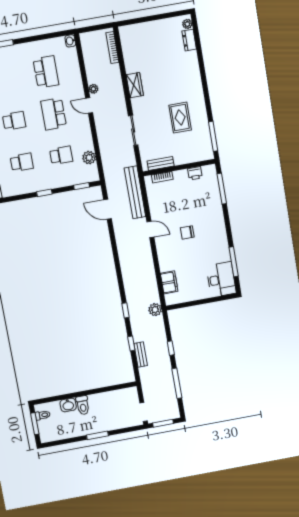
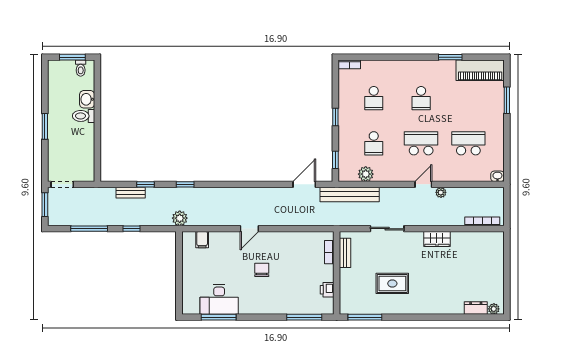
school desk: (46, 72) -> (468, 143), turned 180
bench: (135, 192) -> (350, 194), moved
door: (150, 229) -> (249, 229), moved
desk: (221, 279) -> (219, 299), moved
filing cabinet: (169, 282) -> (202, 240), width x0.50

